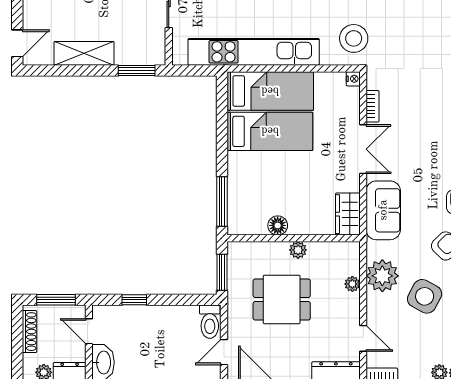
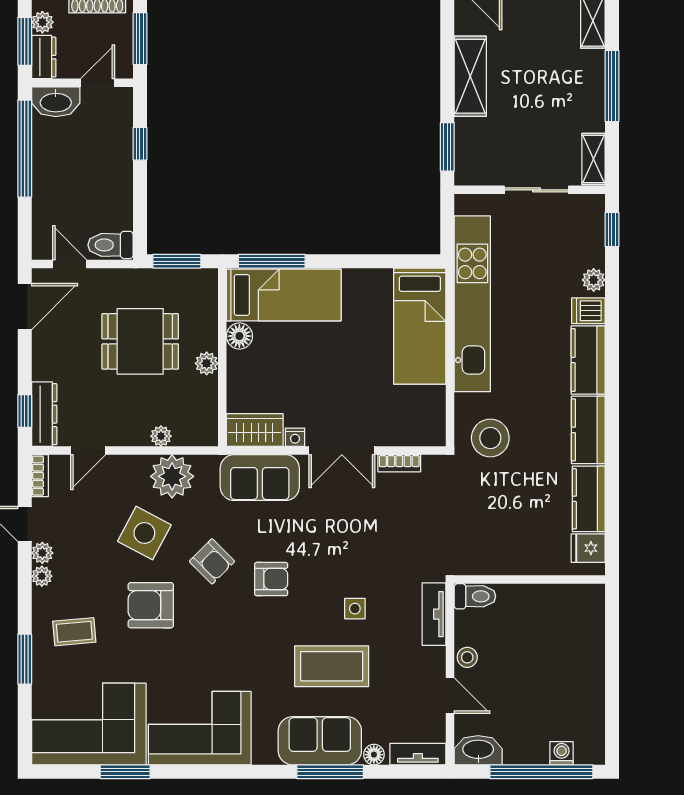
nightstand: (353, 79) -> (295, 437), moved
bed: (270, 131) -> (284, 295), moved, turned -90
dining table: (282, 300) -> (140, 341), turned 90

